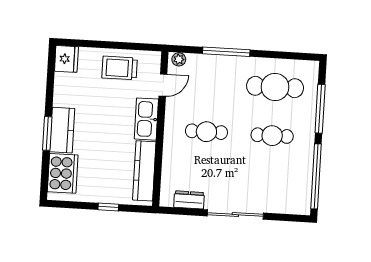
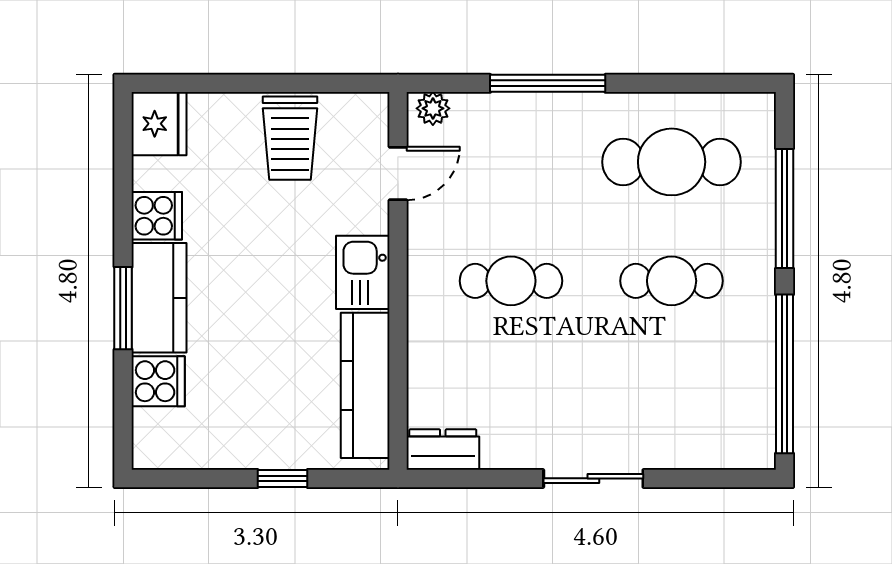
trolley: (120, 68) -> (290, 138), turned -90
cooker: (63, 96) -> (157, 216), added
kitchen sink: (146, 119) -> (363, 272), width x0.73
cooker: (63, 173) -> (158, 381), width x0.53, depth x0.76
dresser: (189, 200) -> (443, 449), moved
sliding door: (235, 214) -> (593, 478), width x0.73

